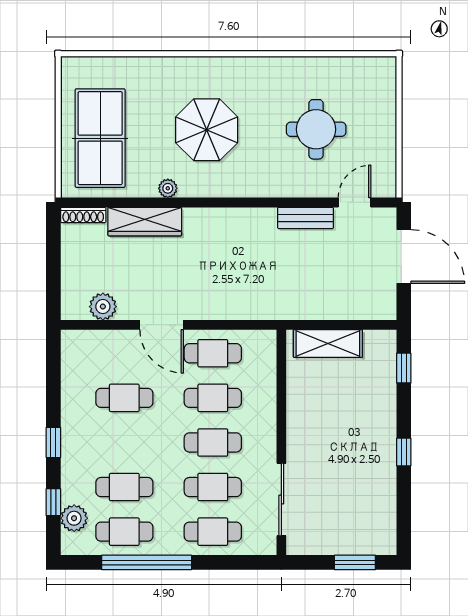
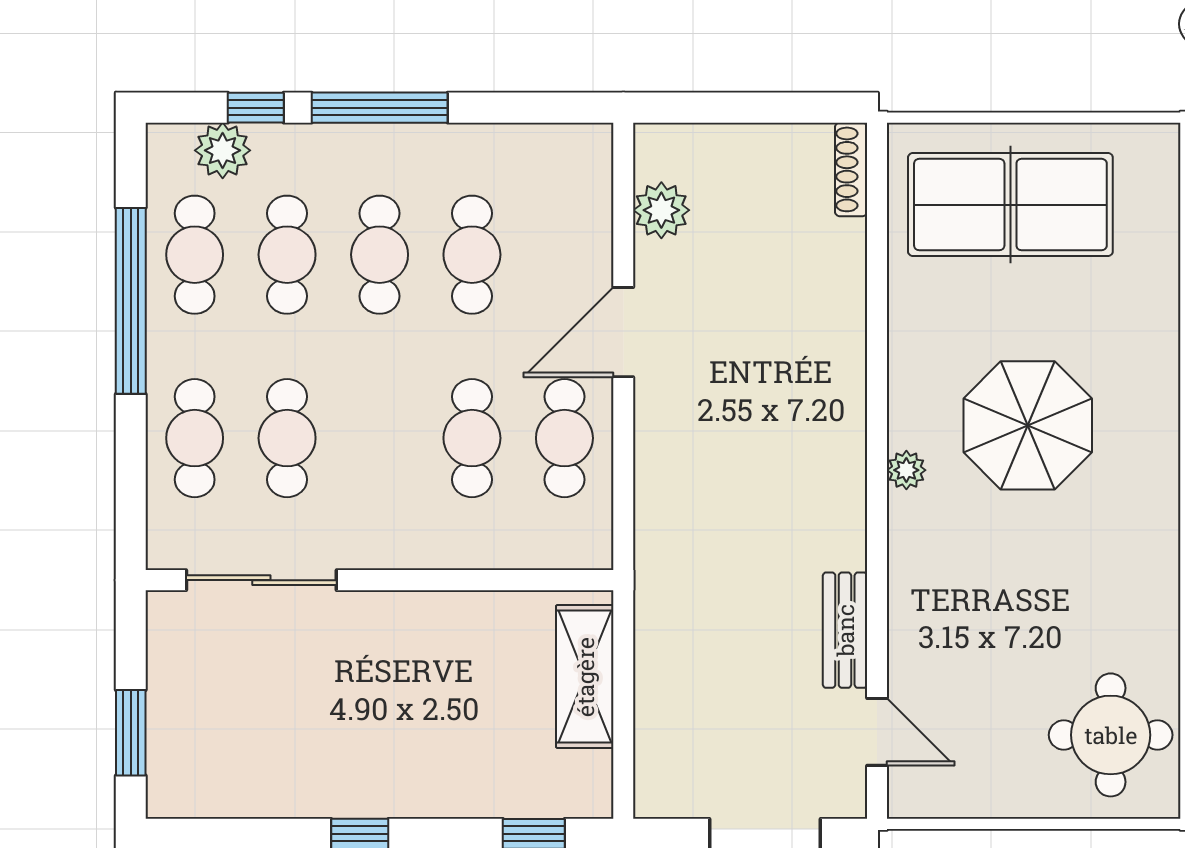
round table: (316, 129) -> (1111, 735), moved
plant: (168, 188) -> (906, 470), moved
wardrobe: (145, 222) -> (837, 297), removed
window: (53, 442) -> (380, 108), width x2.17
cafe table: (213, 442) -> (380, 255), moved

